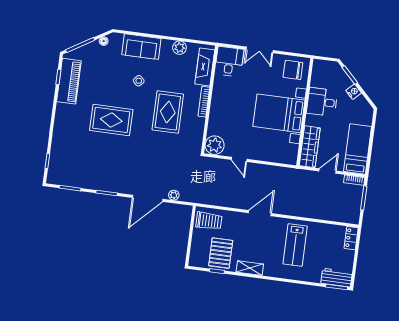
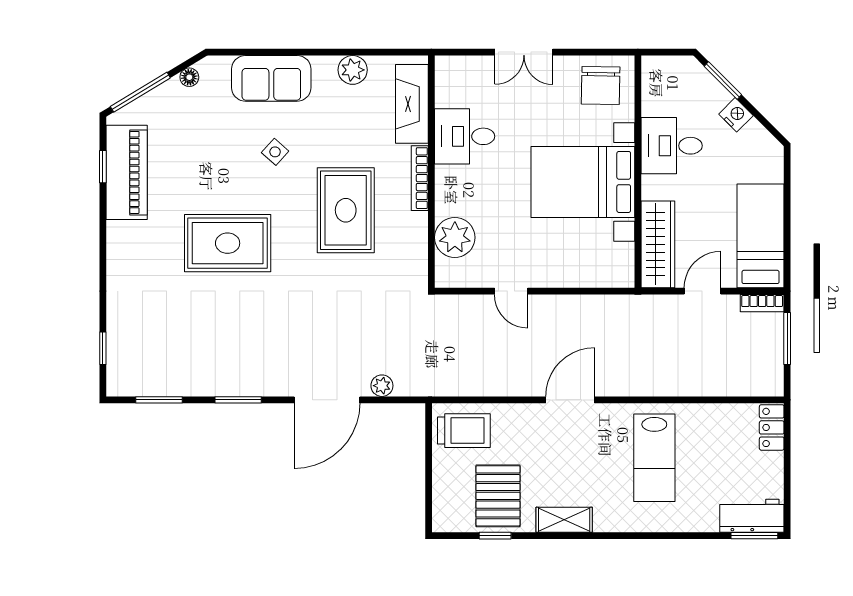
desk: (229, 61) -> (465, 136), moved, turned -90
chair: (293, 70) -> (601, 86), turned -89
plant: (215, 145) -> (455, 237), moved

